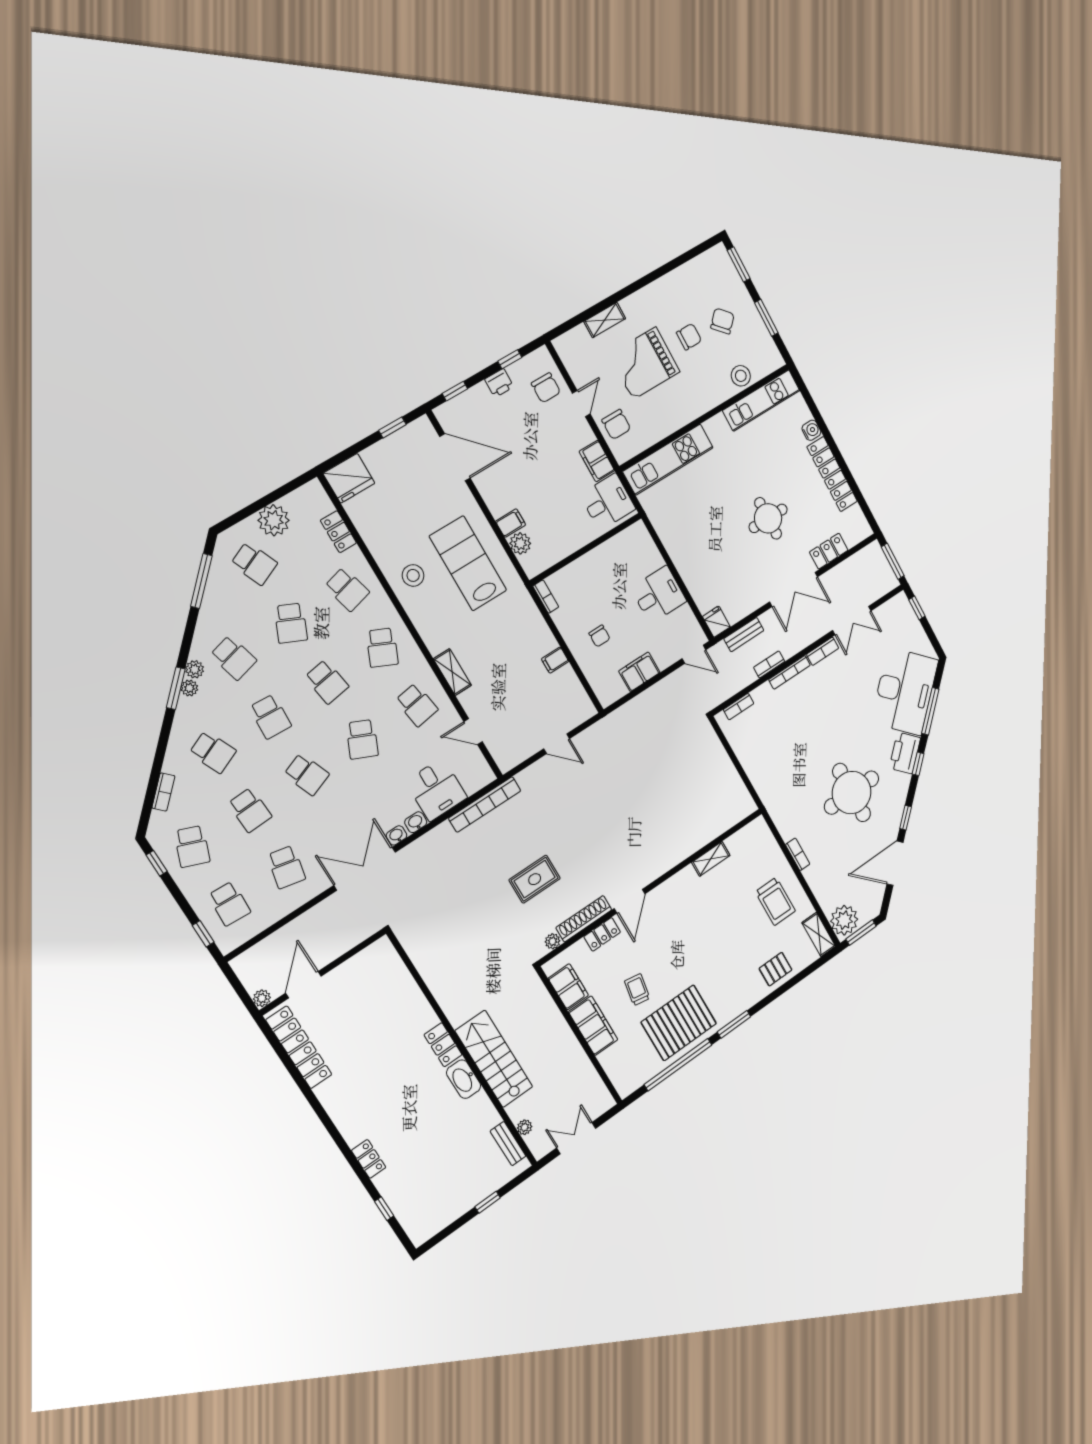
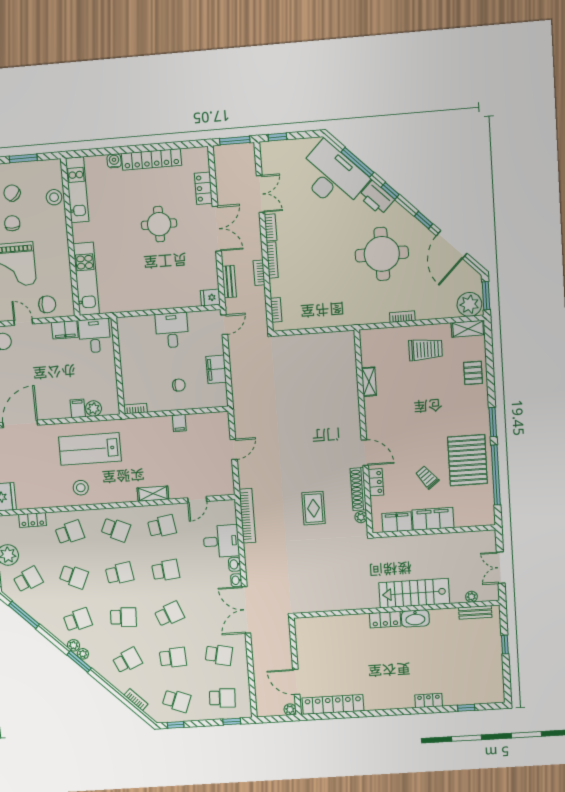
school desk: (362, 739) -> (166, 570), turned -30
trolley: (637, 990) -> (427, 477), turned 42

